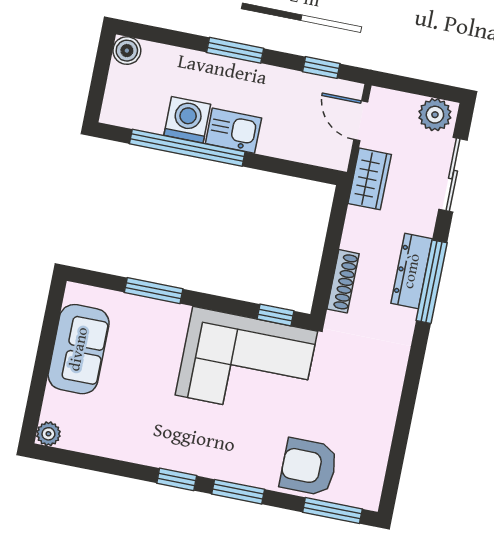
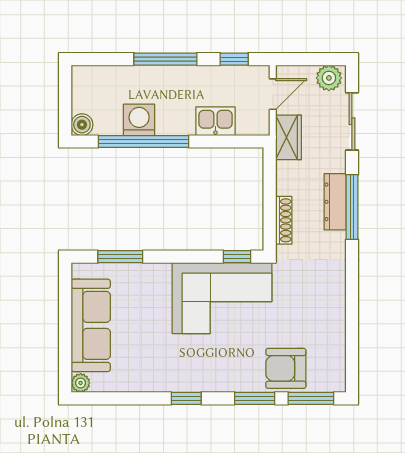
window: (235, 50) -> (165, 59), width x1.44
boiler: (127, 51) -> (82, 125), moved
door: (361, 121) -> (273, 94), swing flipped
kitchen sink: (233, 131) -> (215, 121), moved
window: (154, 291) -> (120, 257), moved
sofa: (79, 349) -> (91, 325), width x1.36
window: (238, 492) -> (255, 398), moved

